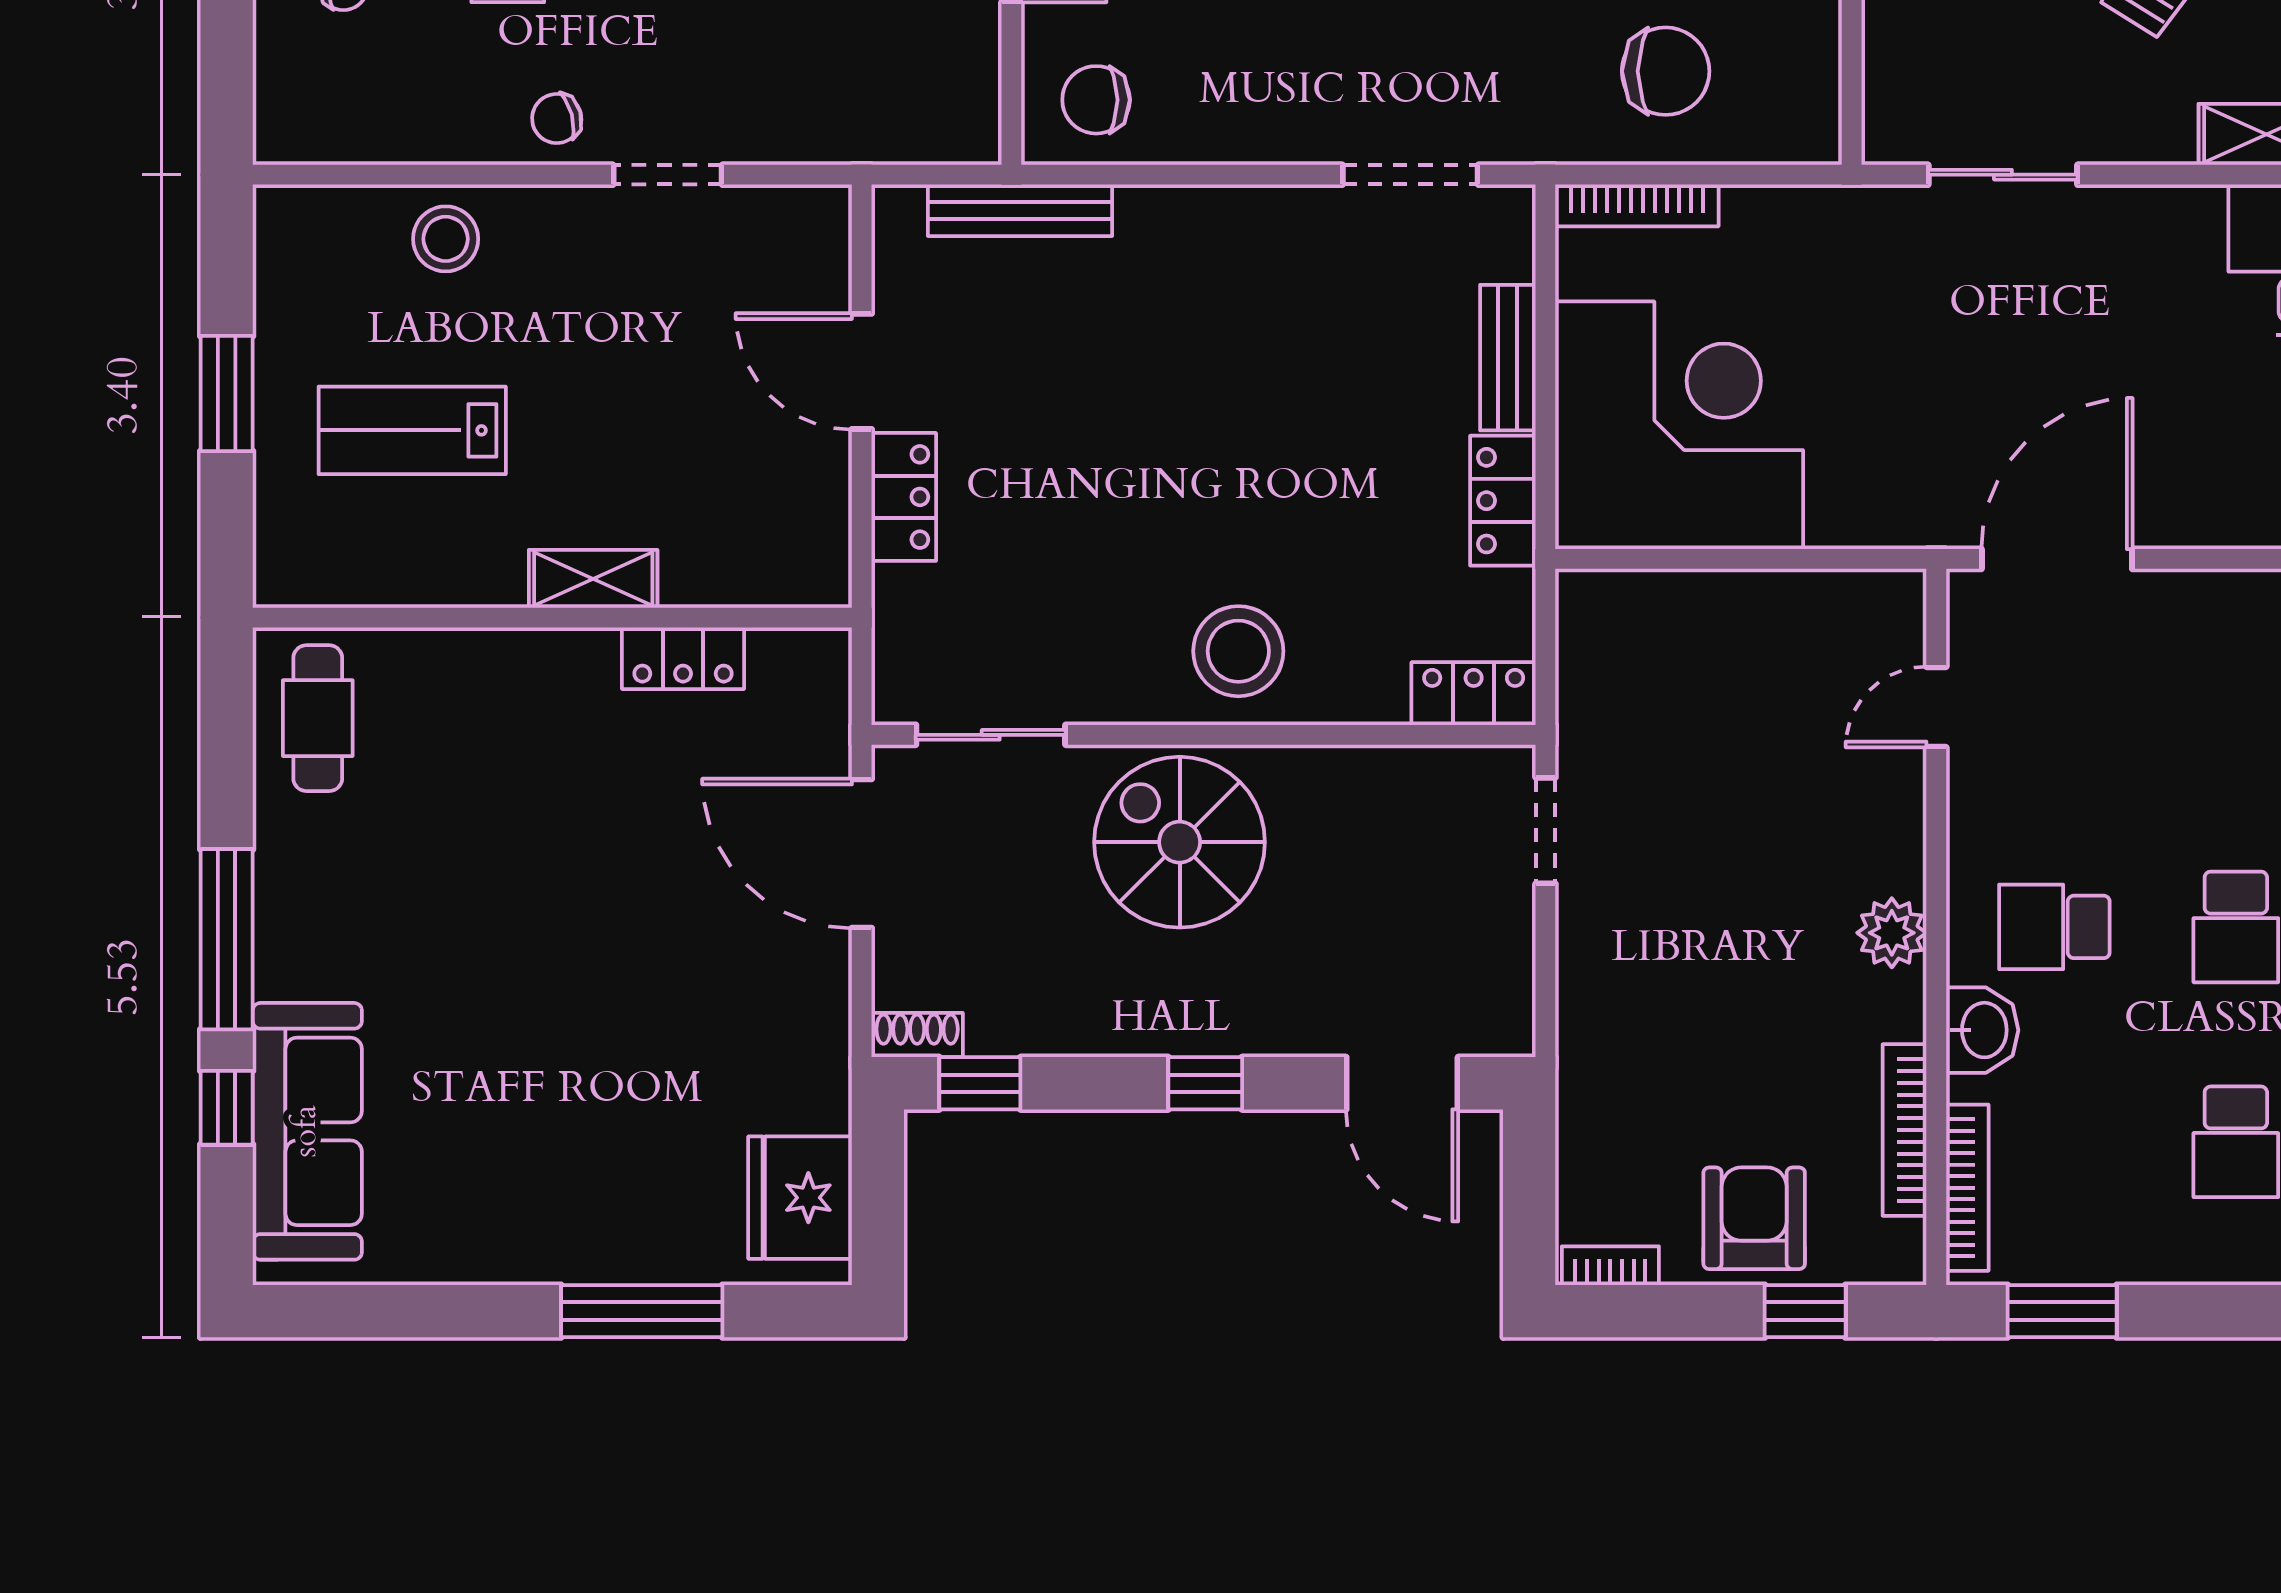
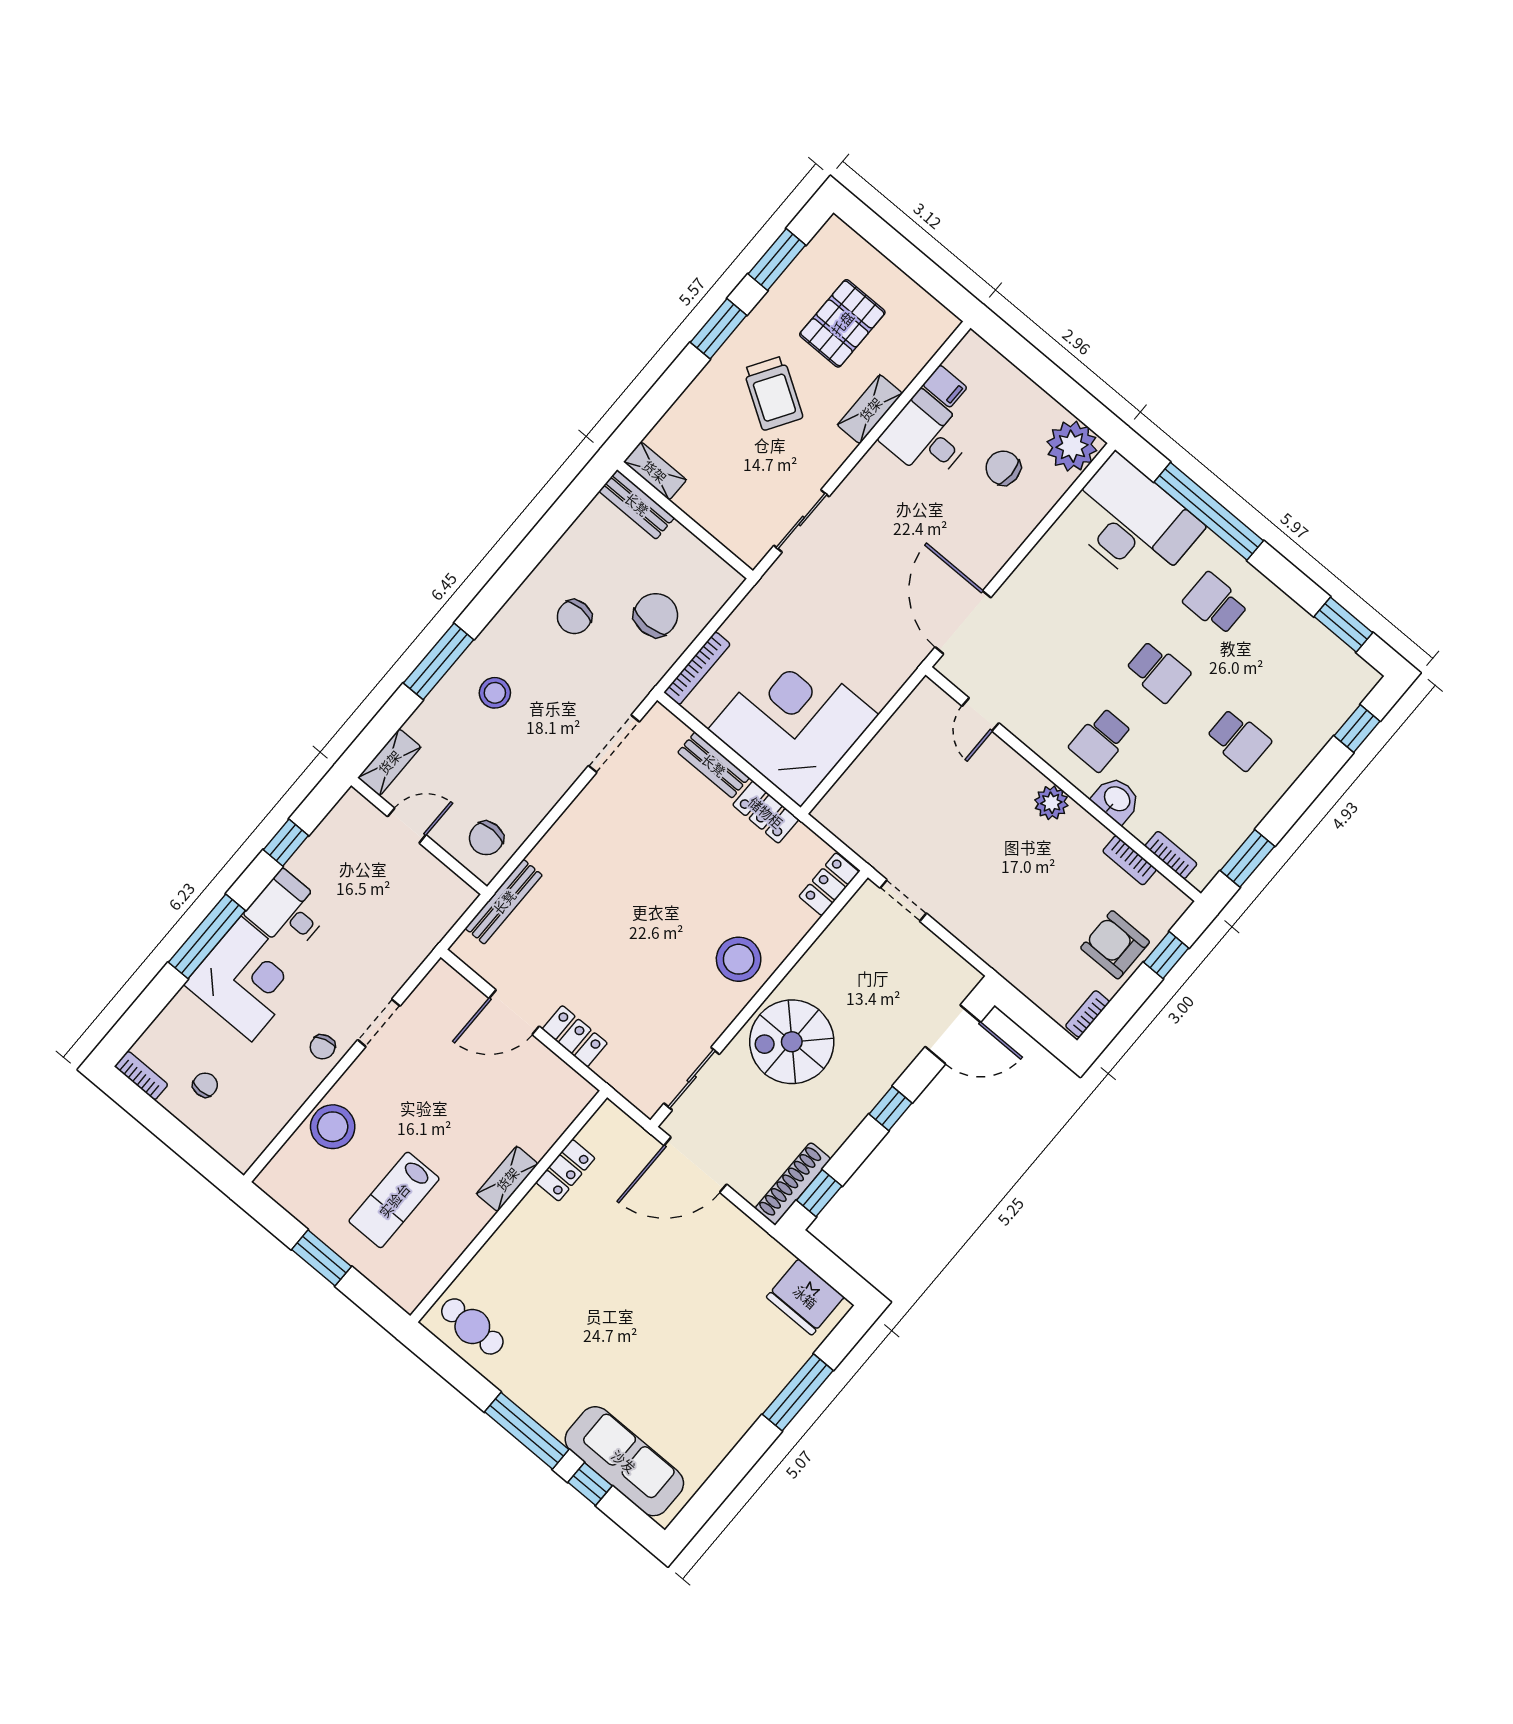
stool: (446, 239) -> (333, 1127), width x1.38, depth x1.38
shoe rack: (917, 1035) -> (793, 1184), width x1.94, depth x1.24
bookcase: (1905, 1130) -> (1129, 860), width x0.64
bookcase: (1967, 1188) -> (1171, 855), width x0.64

